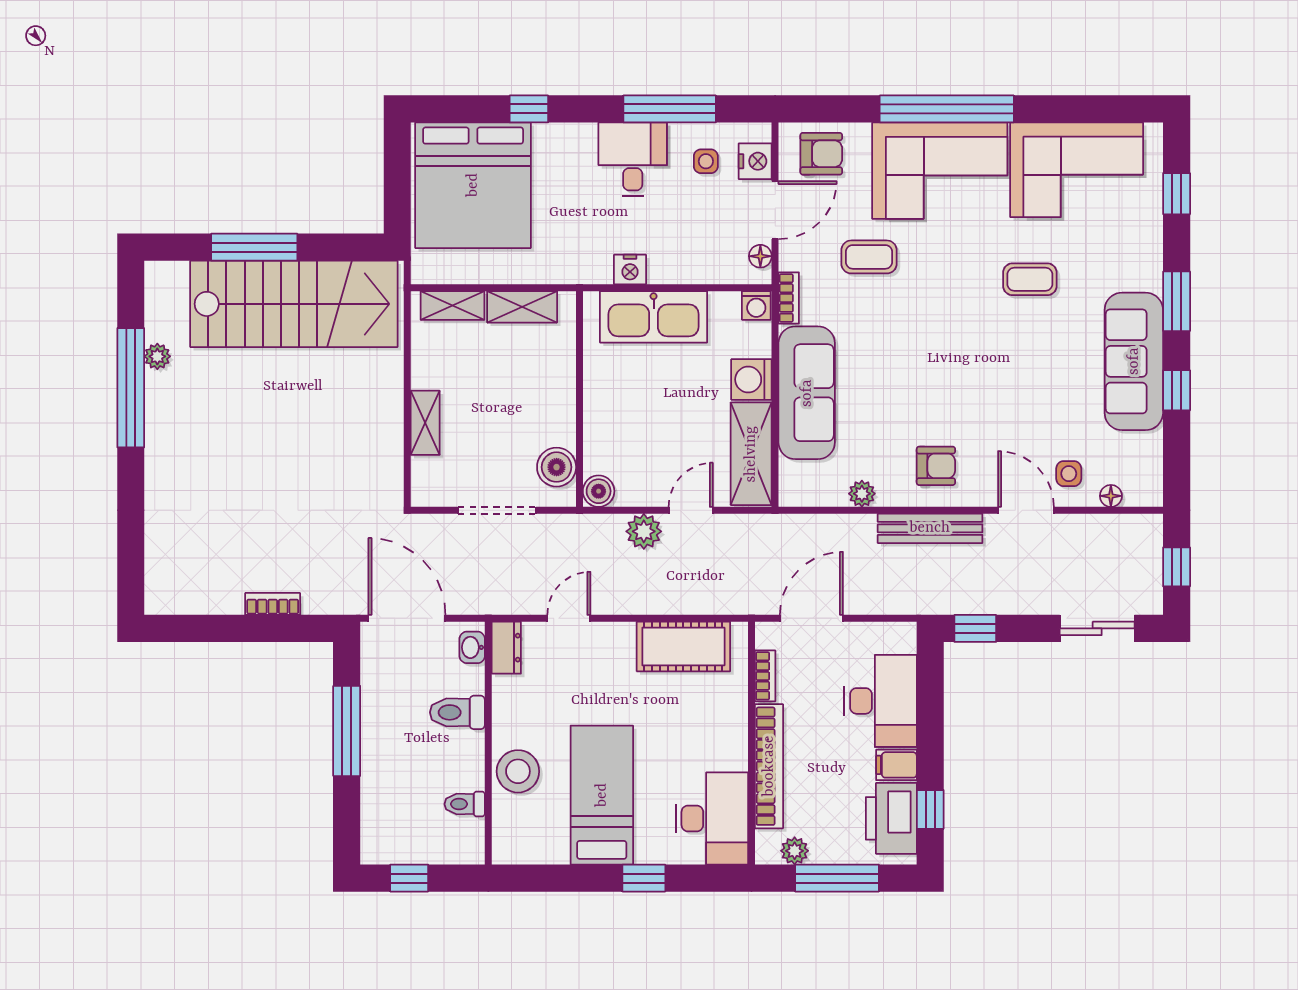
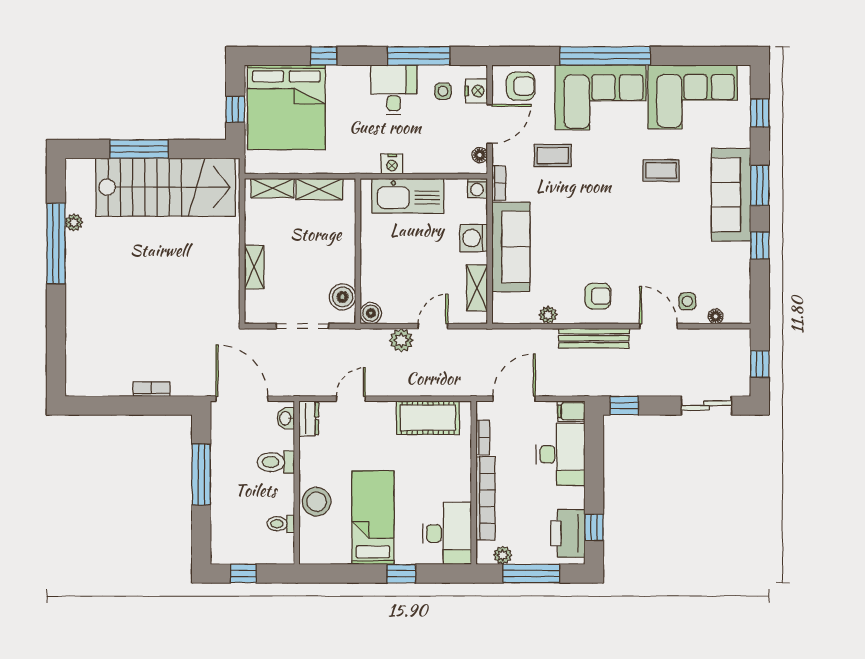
window: (397, 188) -> (235, 109), added
sofa: (1134, 361) -> (731, 195), moved
shelving: (751, 454) -> (477, 288), width x0.67, depth x0.75
filing cabinet: (896, 765) -> (571, 411), moved

